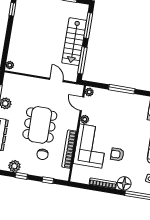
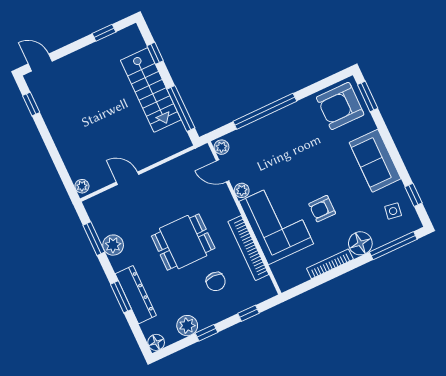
window: (88, 26) -> (155, 53), width x0.46
door: (56, 80) -> (127, 178), moved
window: (122, 89) -> (265, 111), width x1.46
dining table: (40, 125) -> (183, 242), width x0.73

